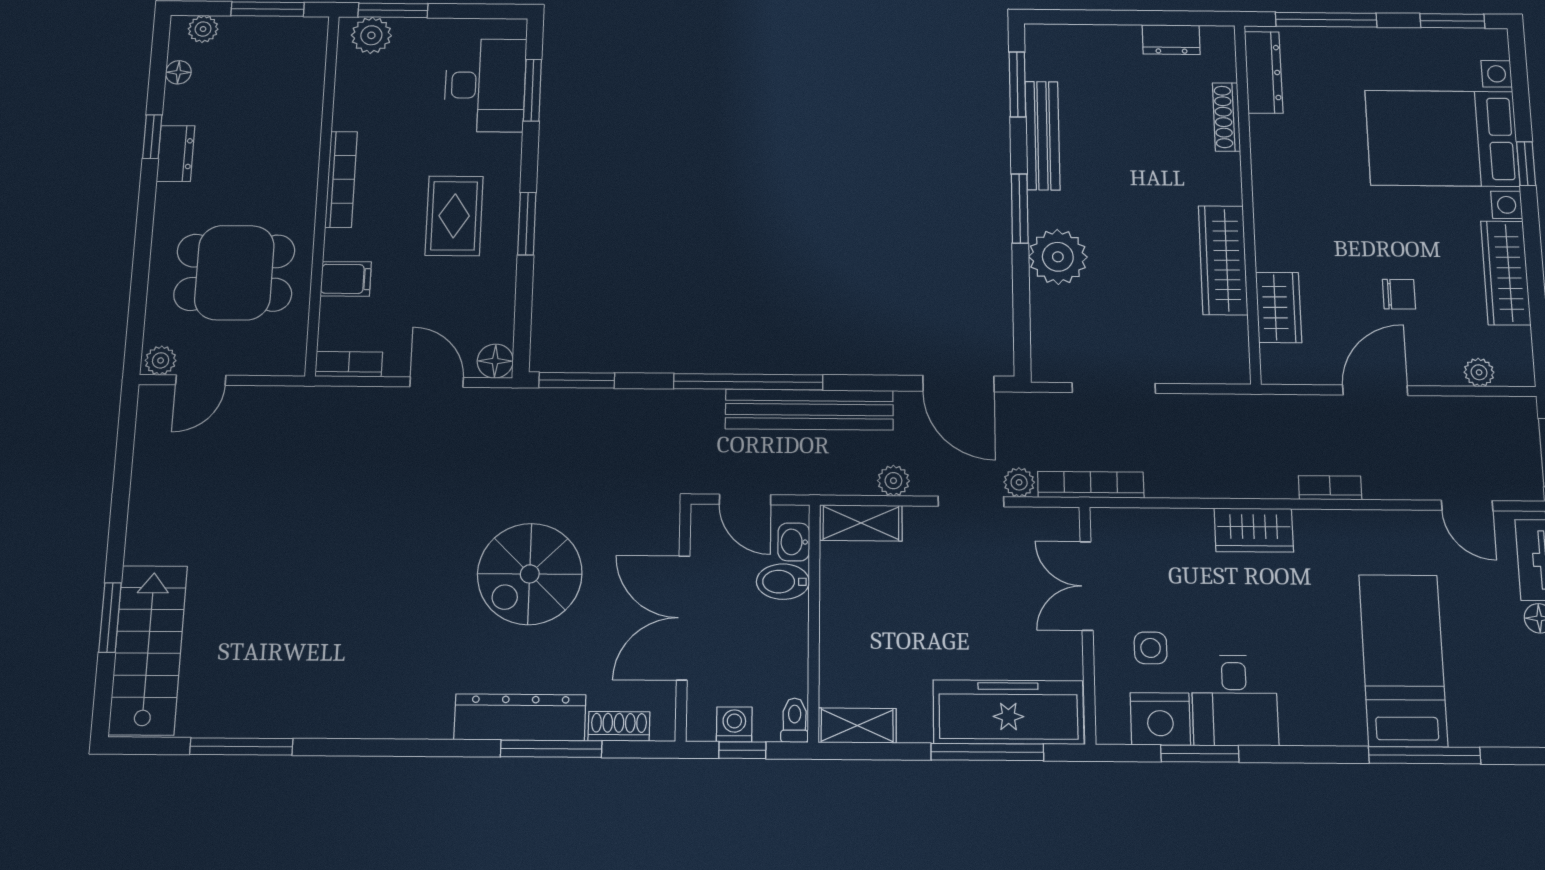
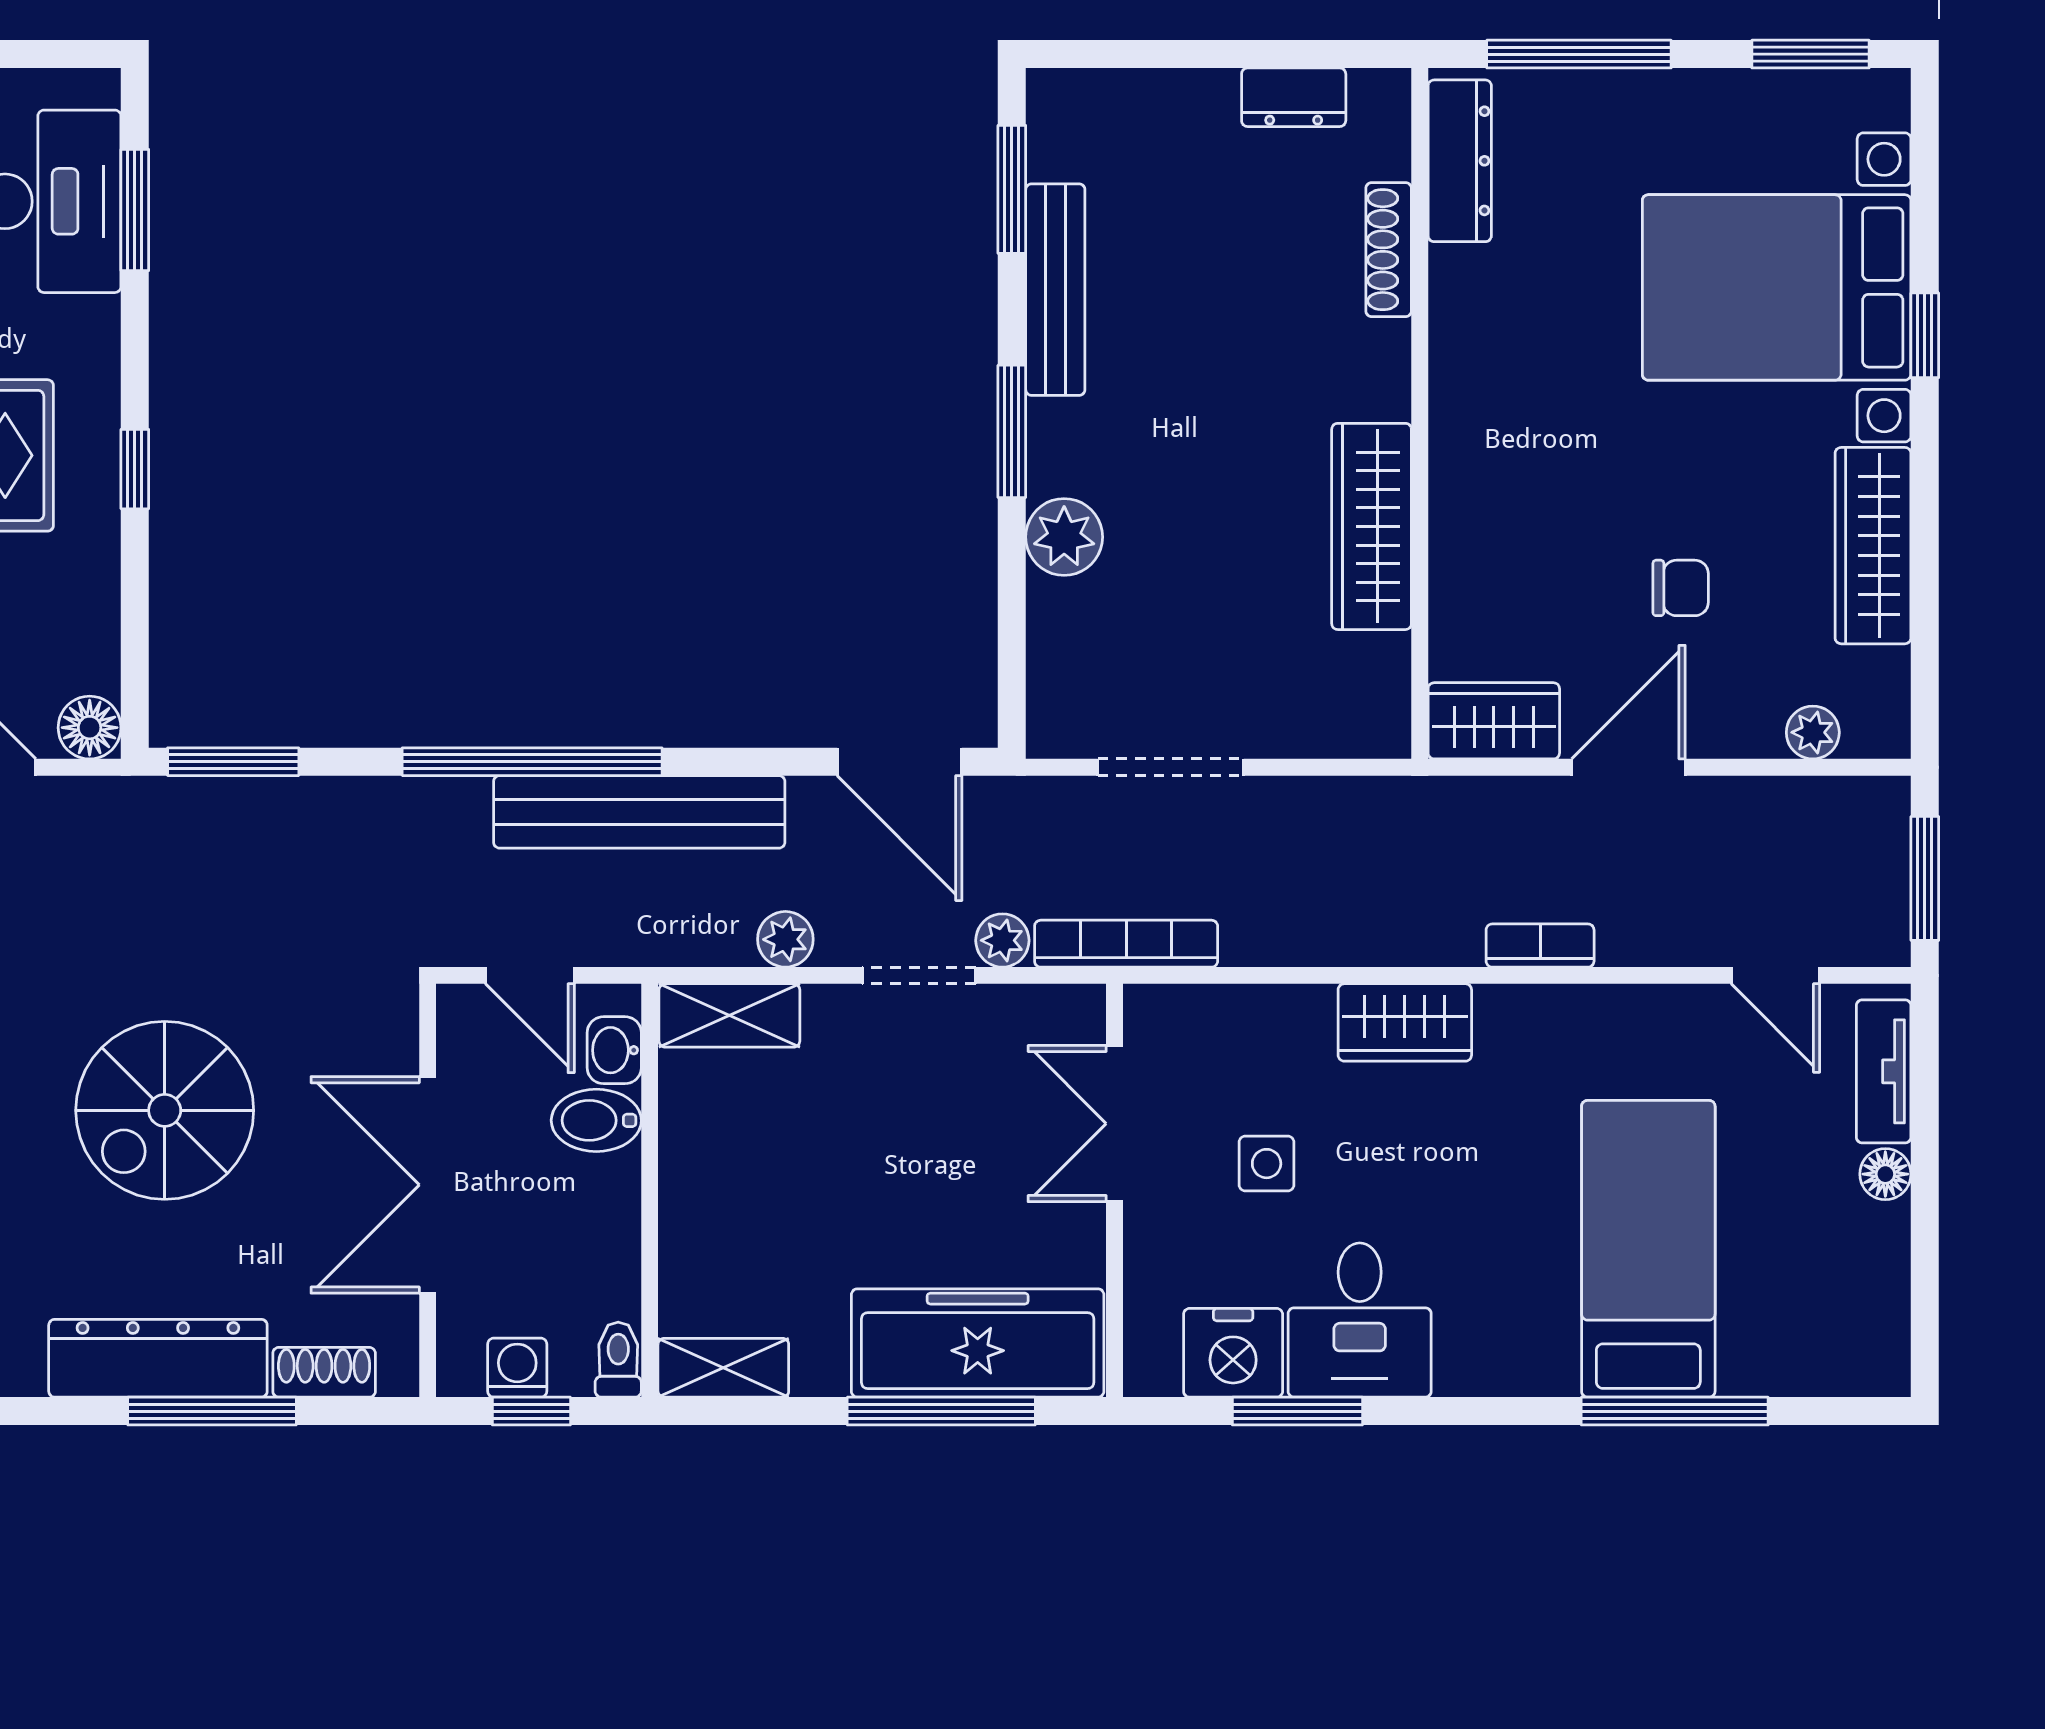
window: (527, 224) -> (135, 469), width x0.67
plant: (1058, 257) -> (1064, 537), width x0.73, depth x0.73
wardrobe: (1279, 307) -> (1494, 721), moved, turned -90
side table: (1151, 648) -> (1267, 1164), moved

